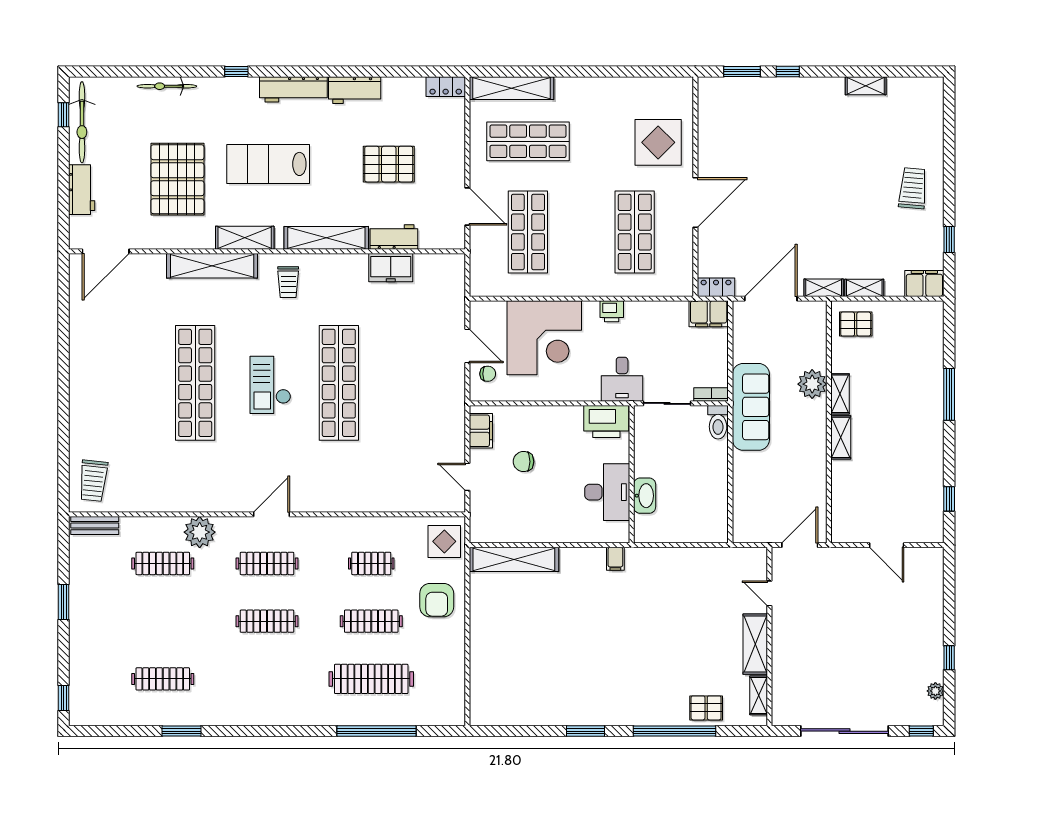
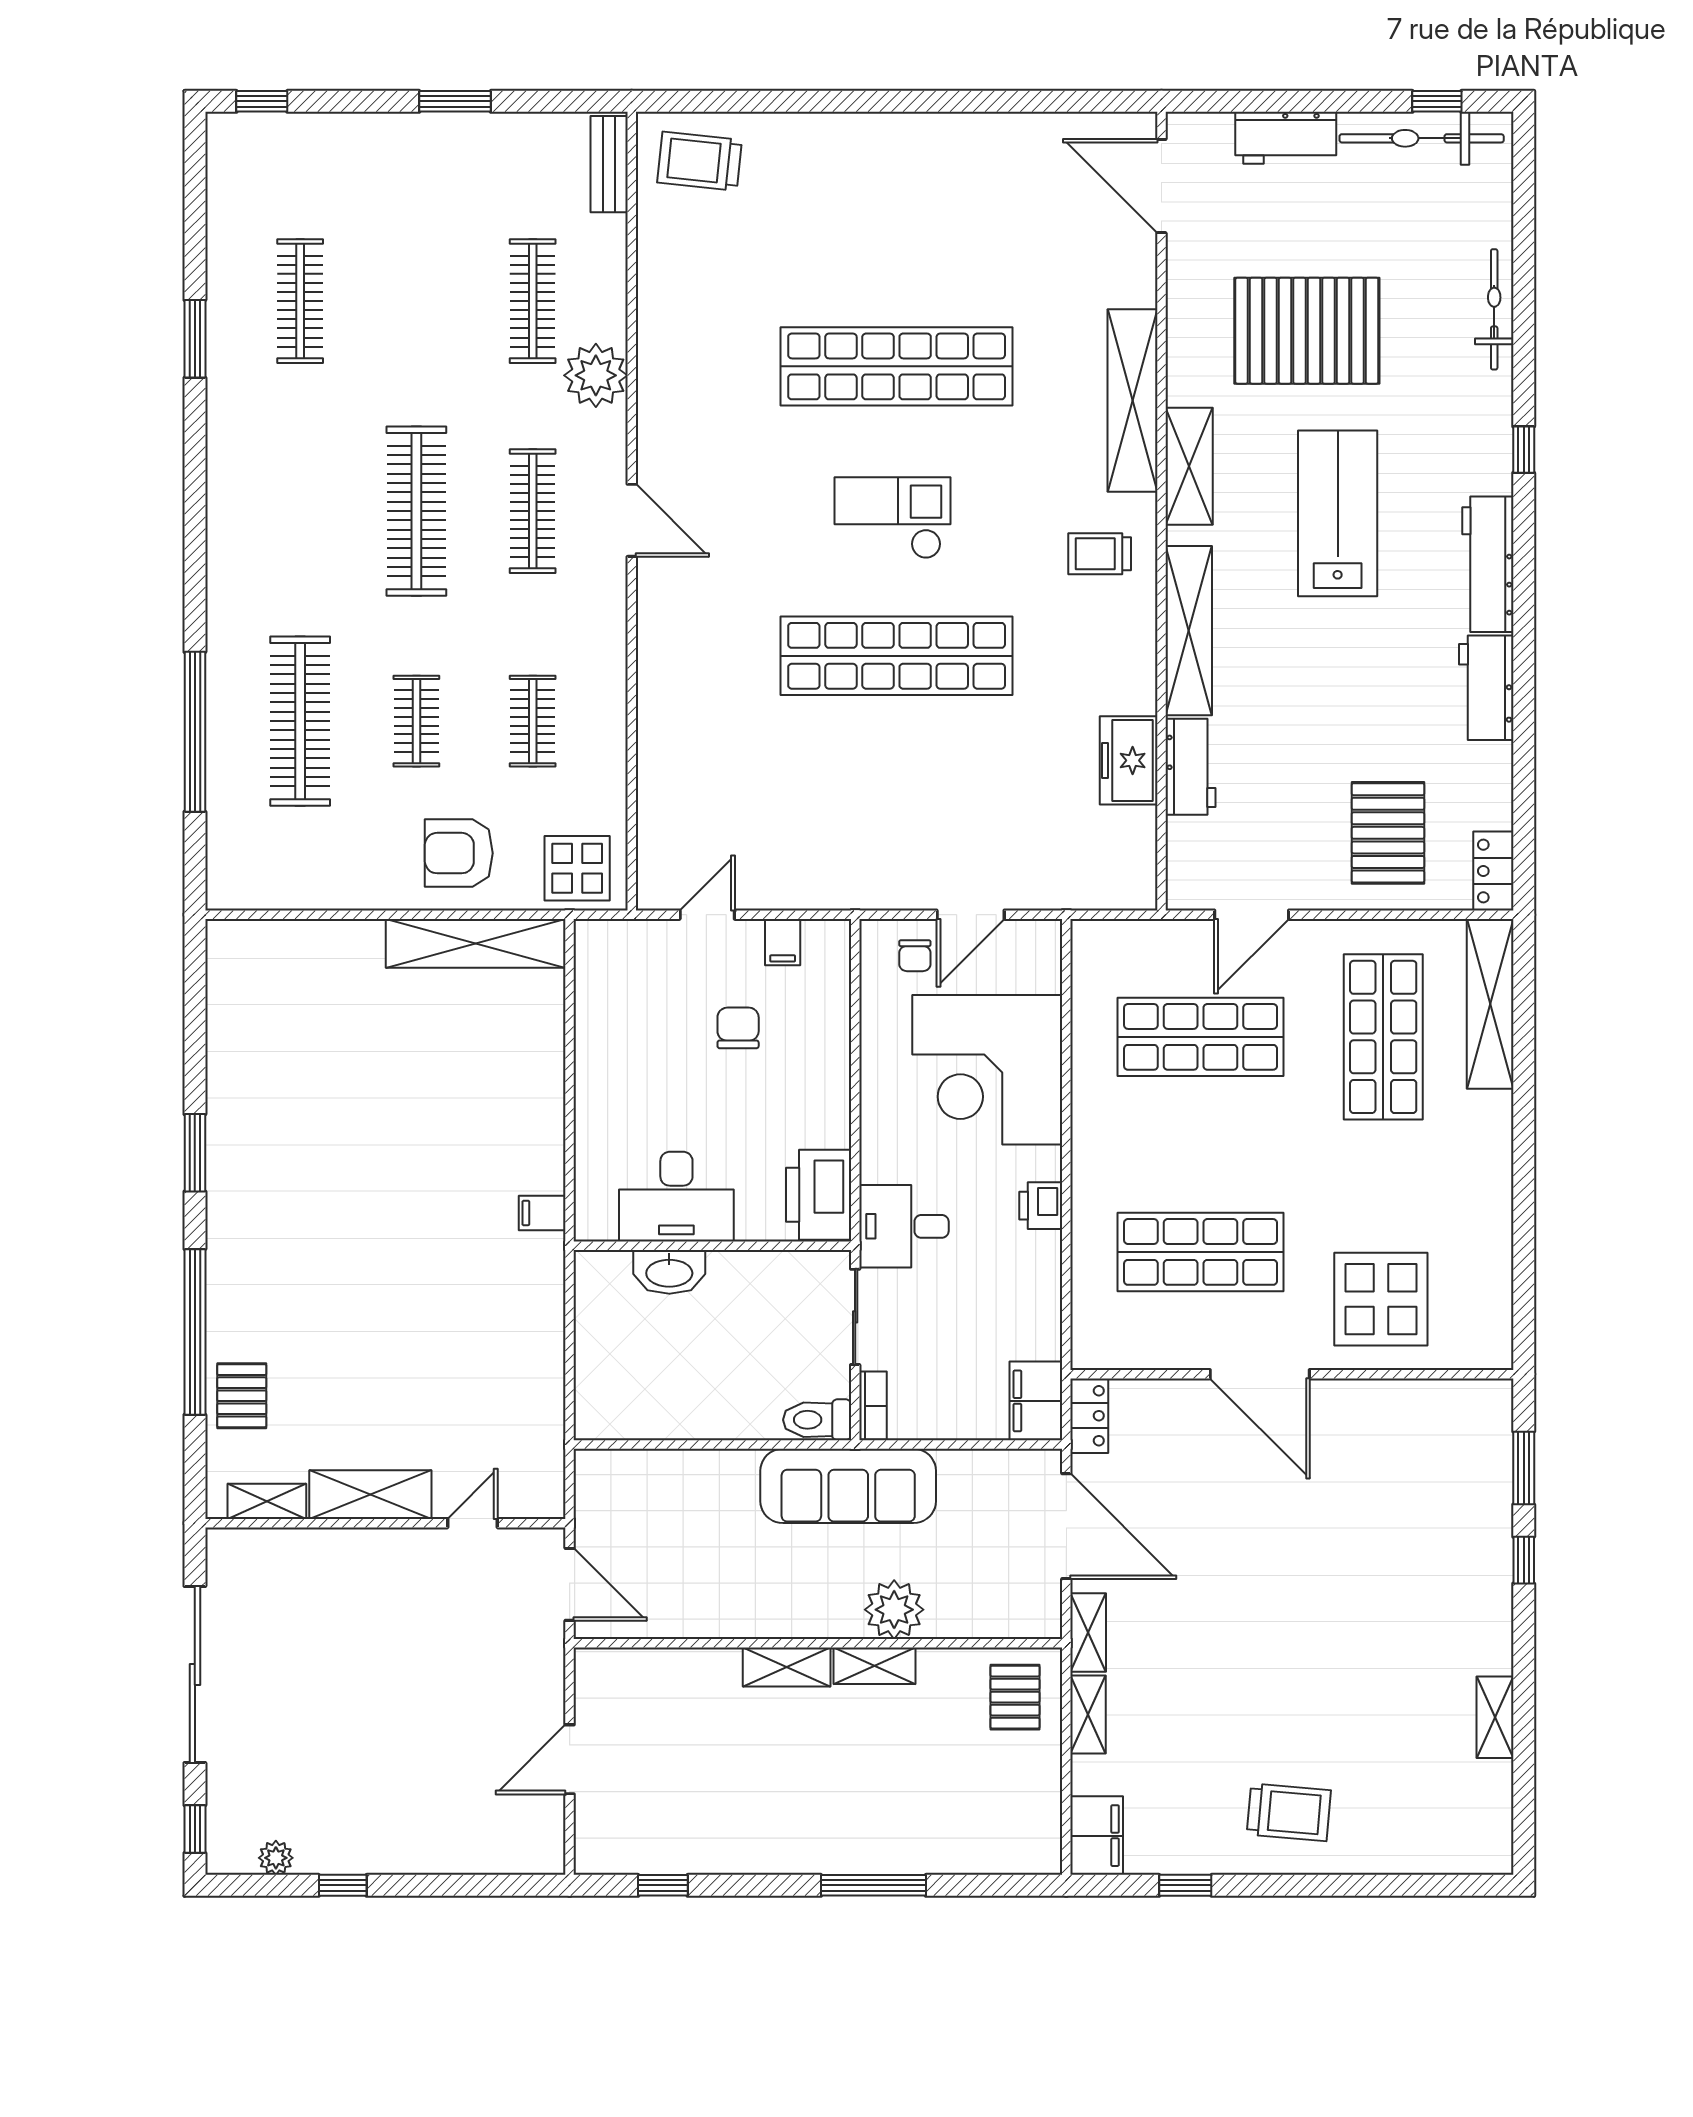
pallet: (389, 164) -> (1388, 833), moved
filing cabinet: (481, 431) -> (783, 942), width x0.50
shelving: (514, 559) -> (476, 943), moved, turned 90
clothes rail: (267, 621) -> (416, 511), width x1.37, depth x1.31
clothes rail: (371, 621) -> (416, 721), width x0.73

